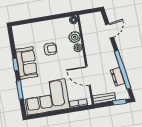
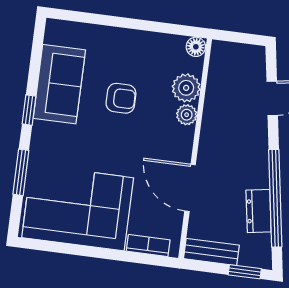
sofa: (27, 63) -> (59, 84), moved

